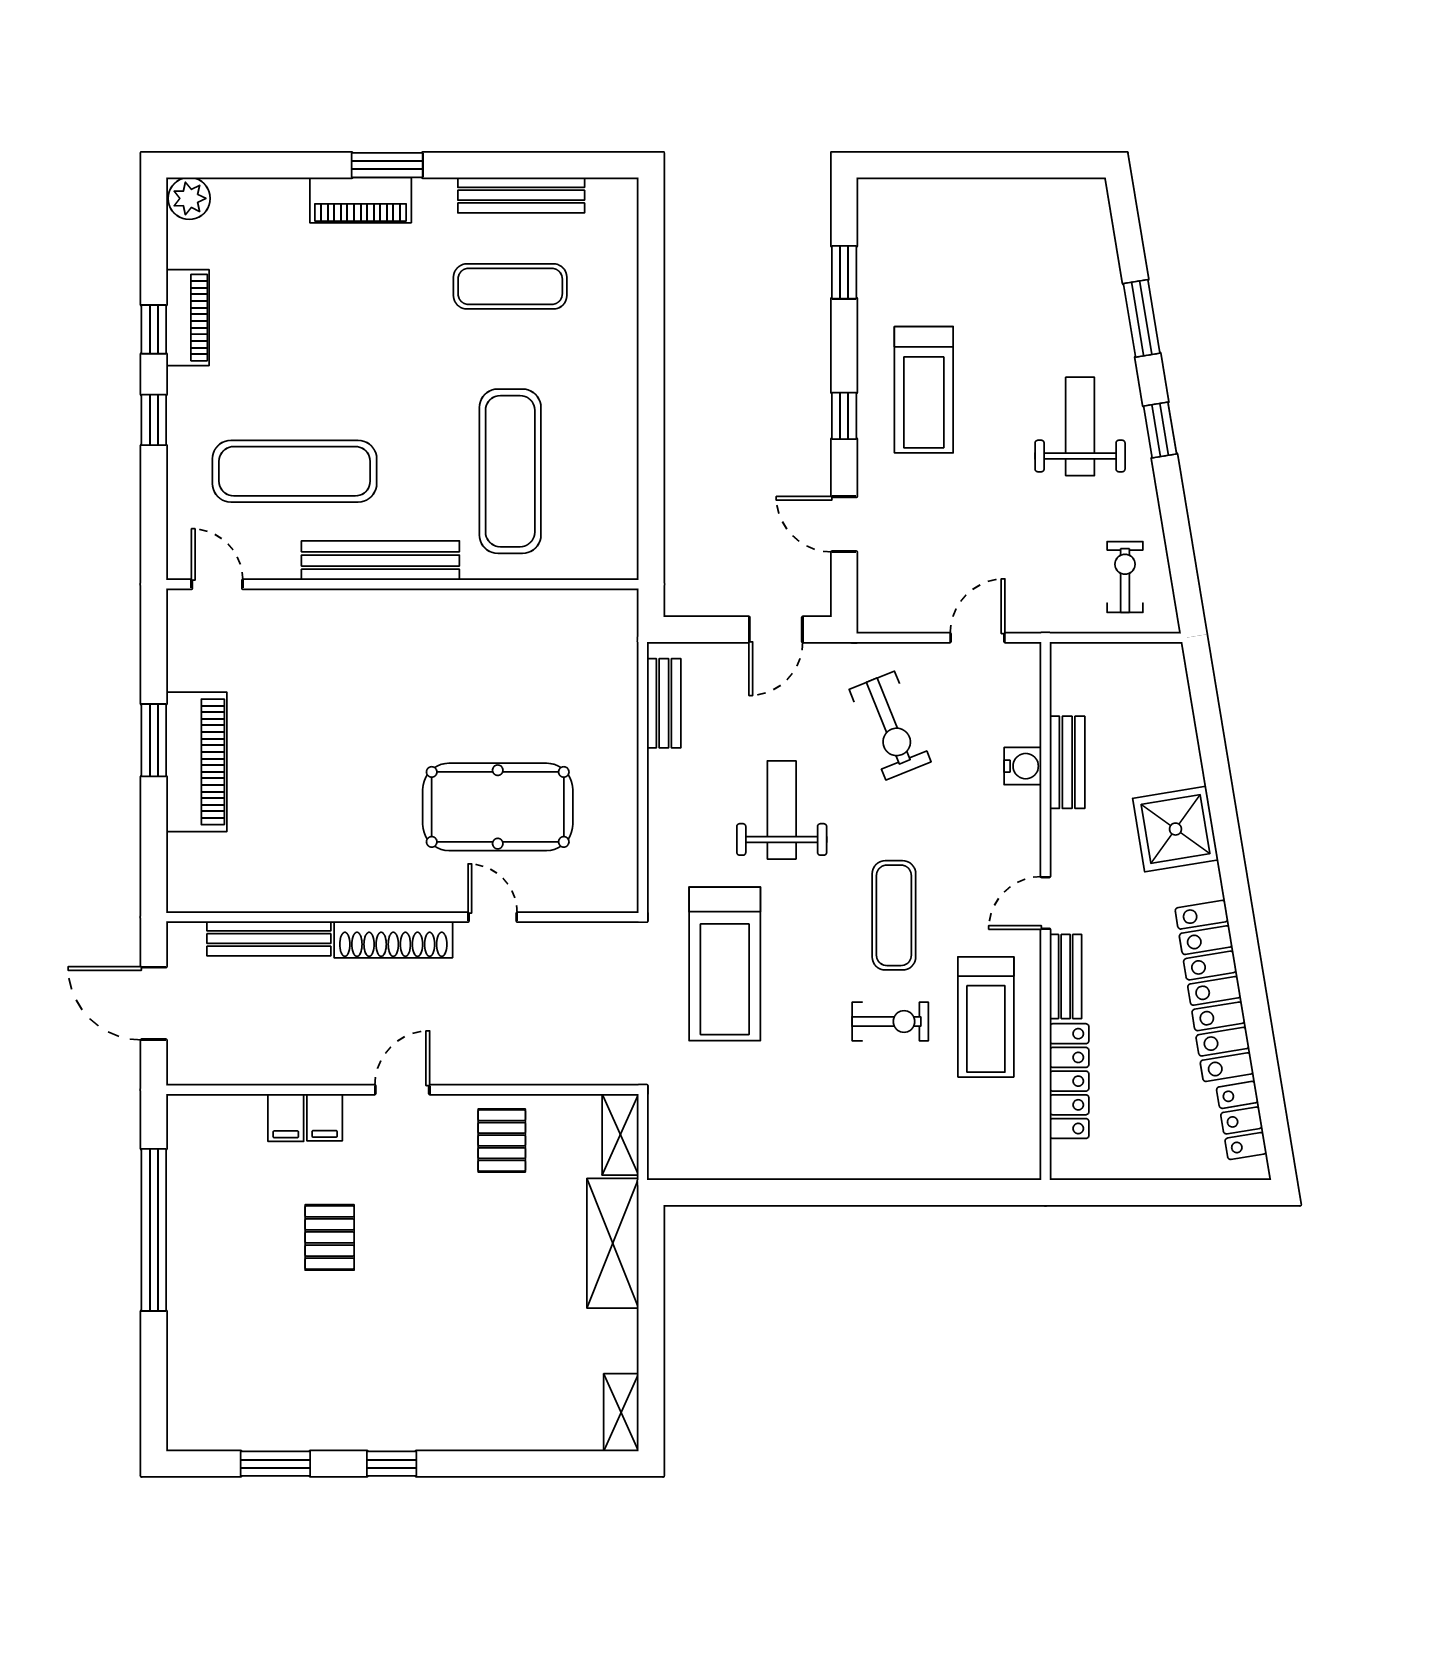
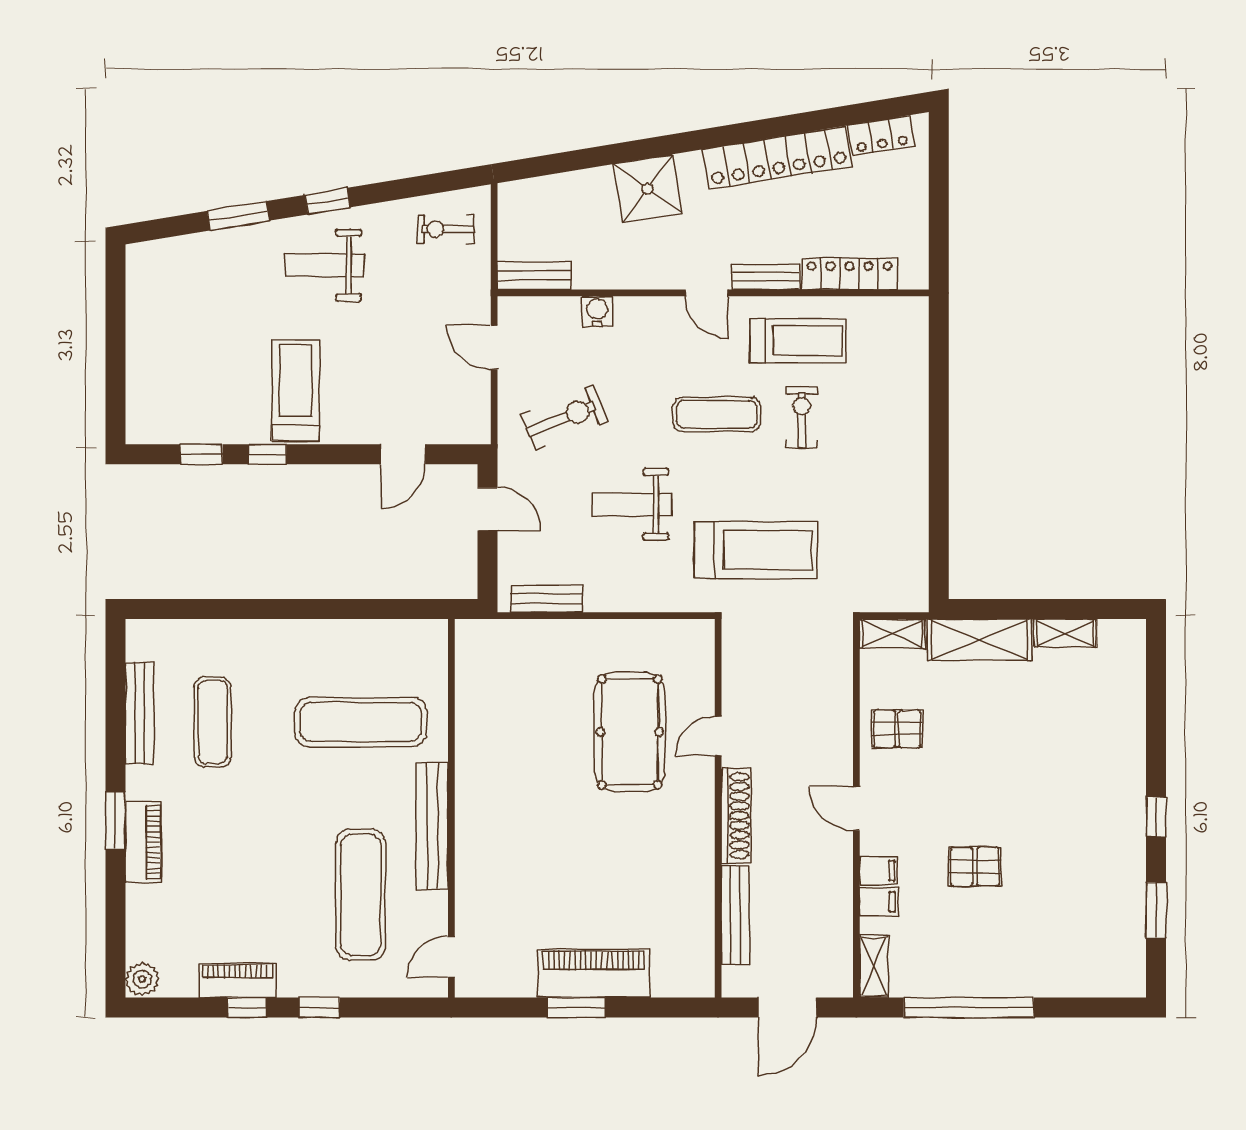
treadmill: (924, 390) -> (295, 390), turned -90
window: (844, 416) -> (267, 454), moved
bench: (1067, 762) -> (534, 276), moved
shelving: (205, 1111) -> (874, 966), added
shelving: (621, 1413) -> (1065, 633), moved

